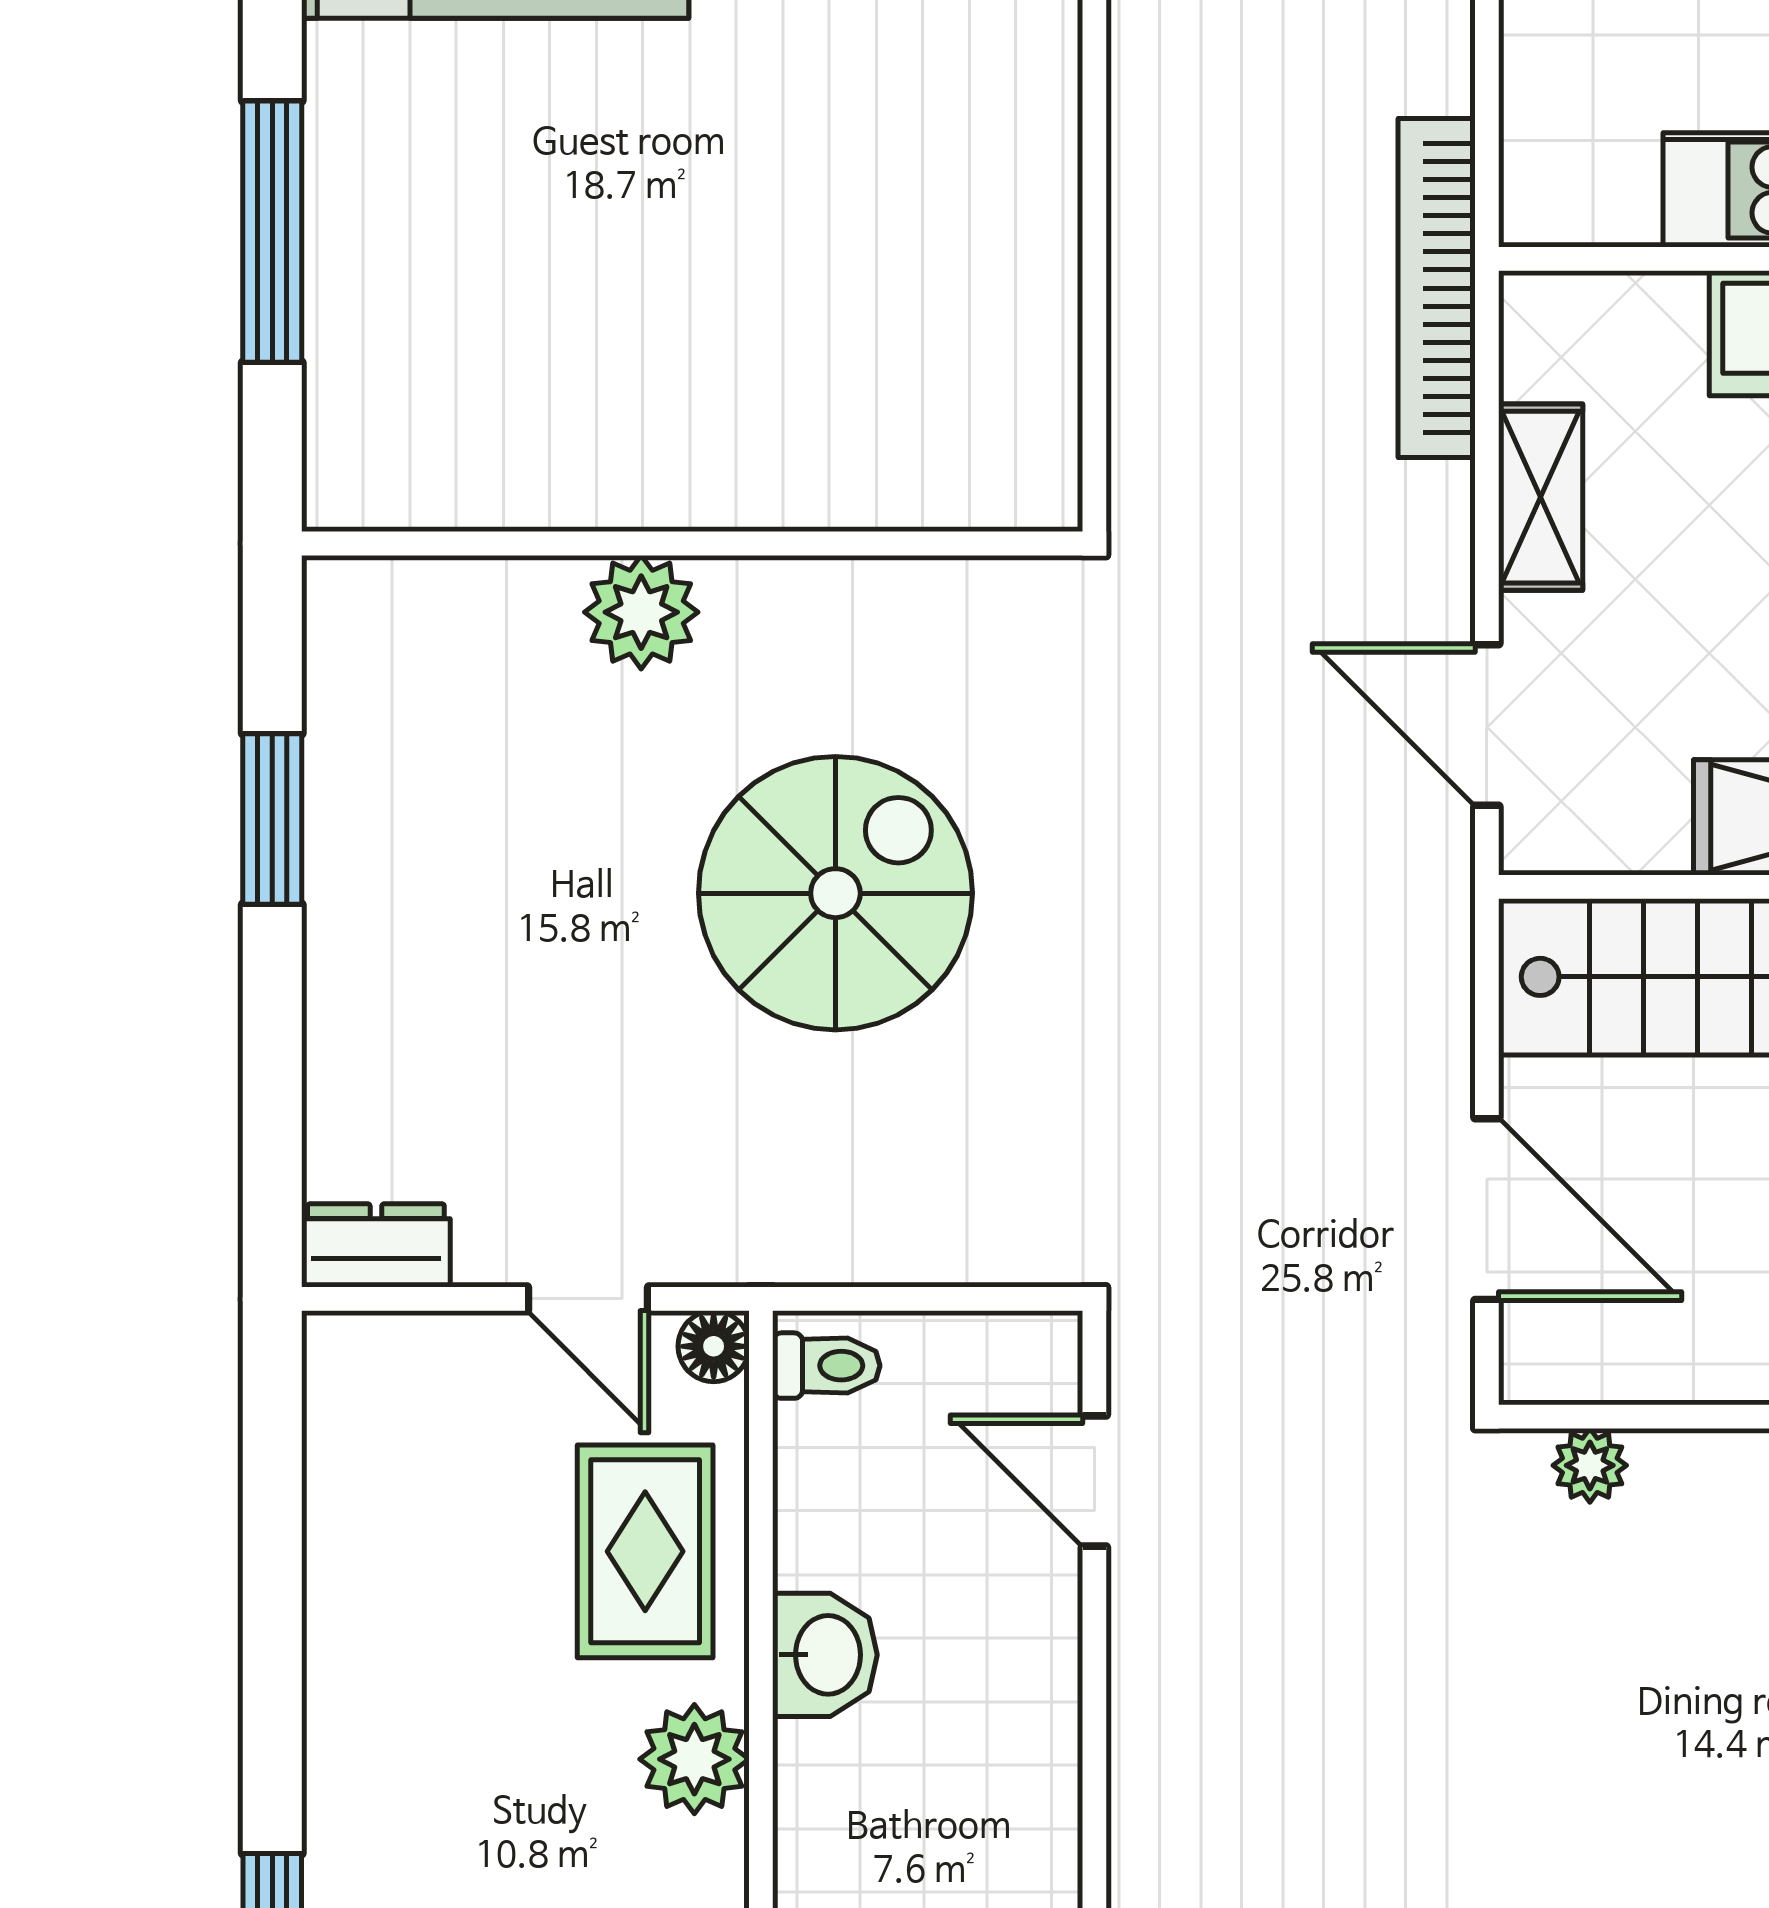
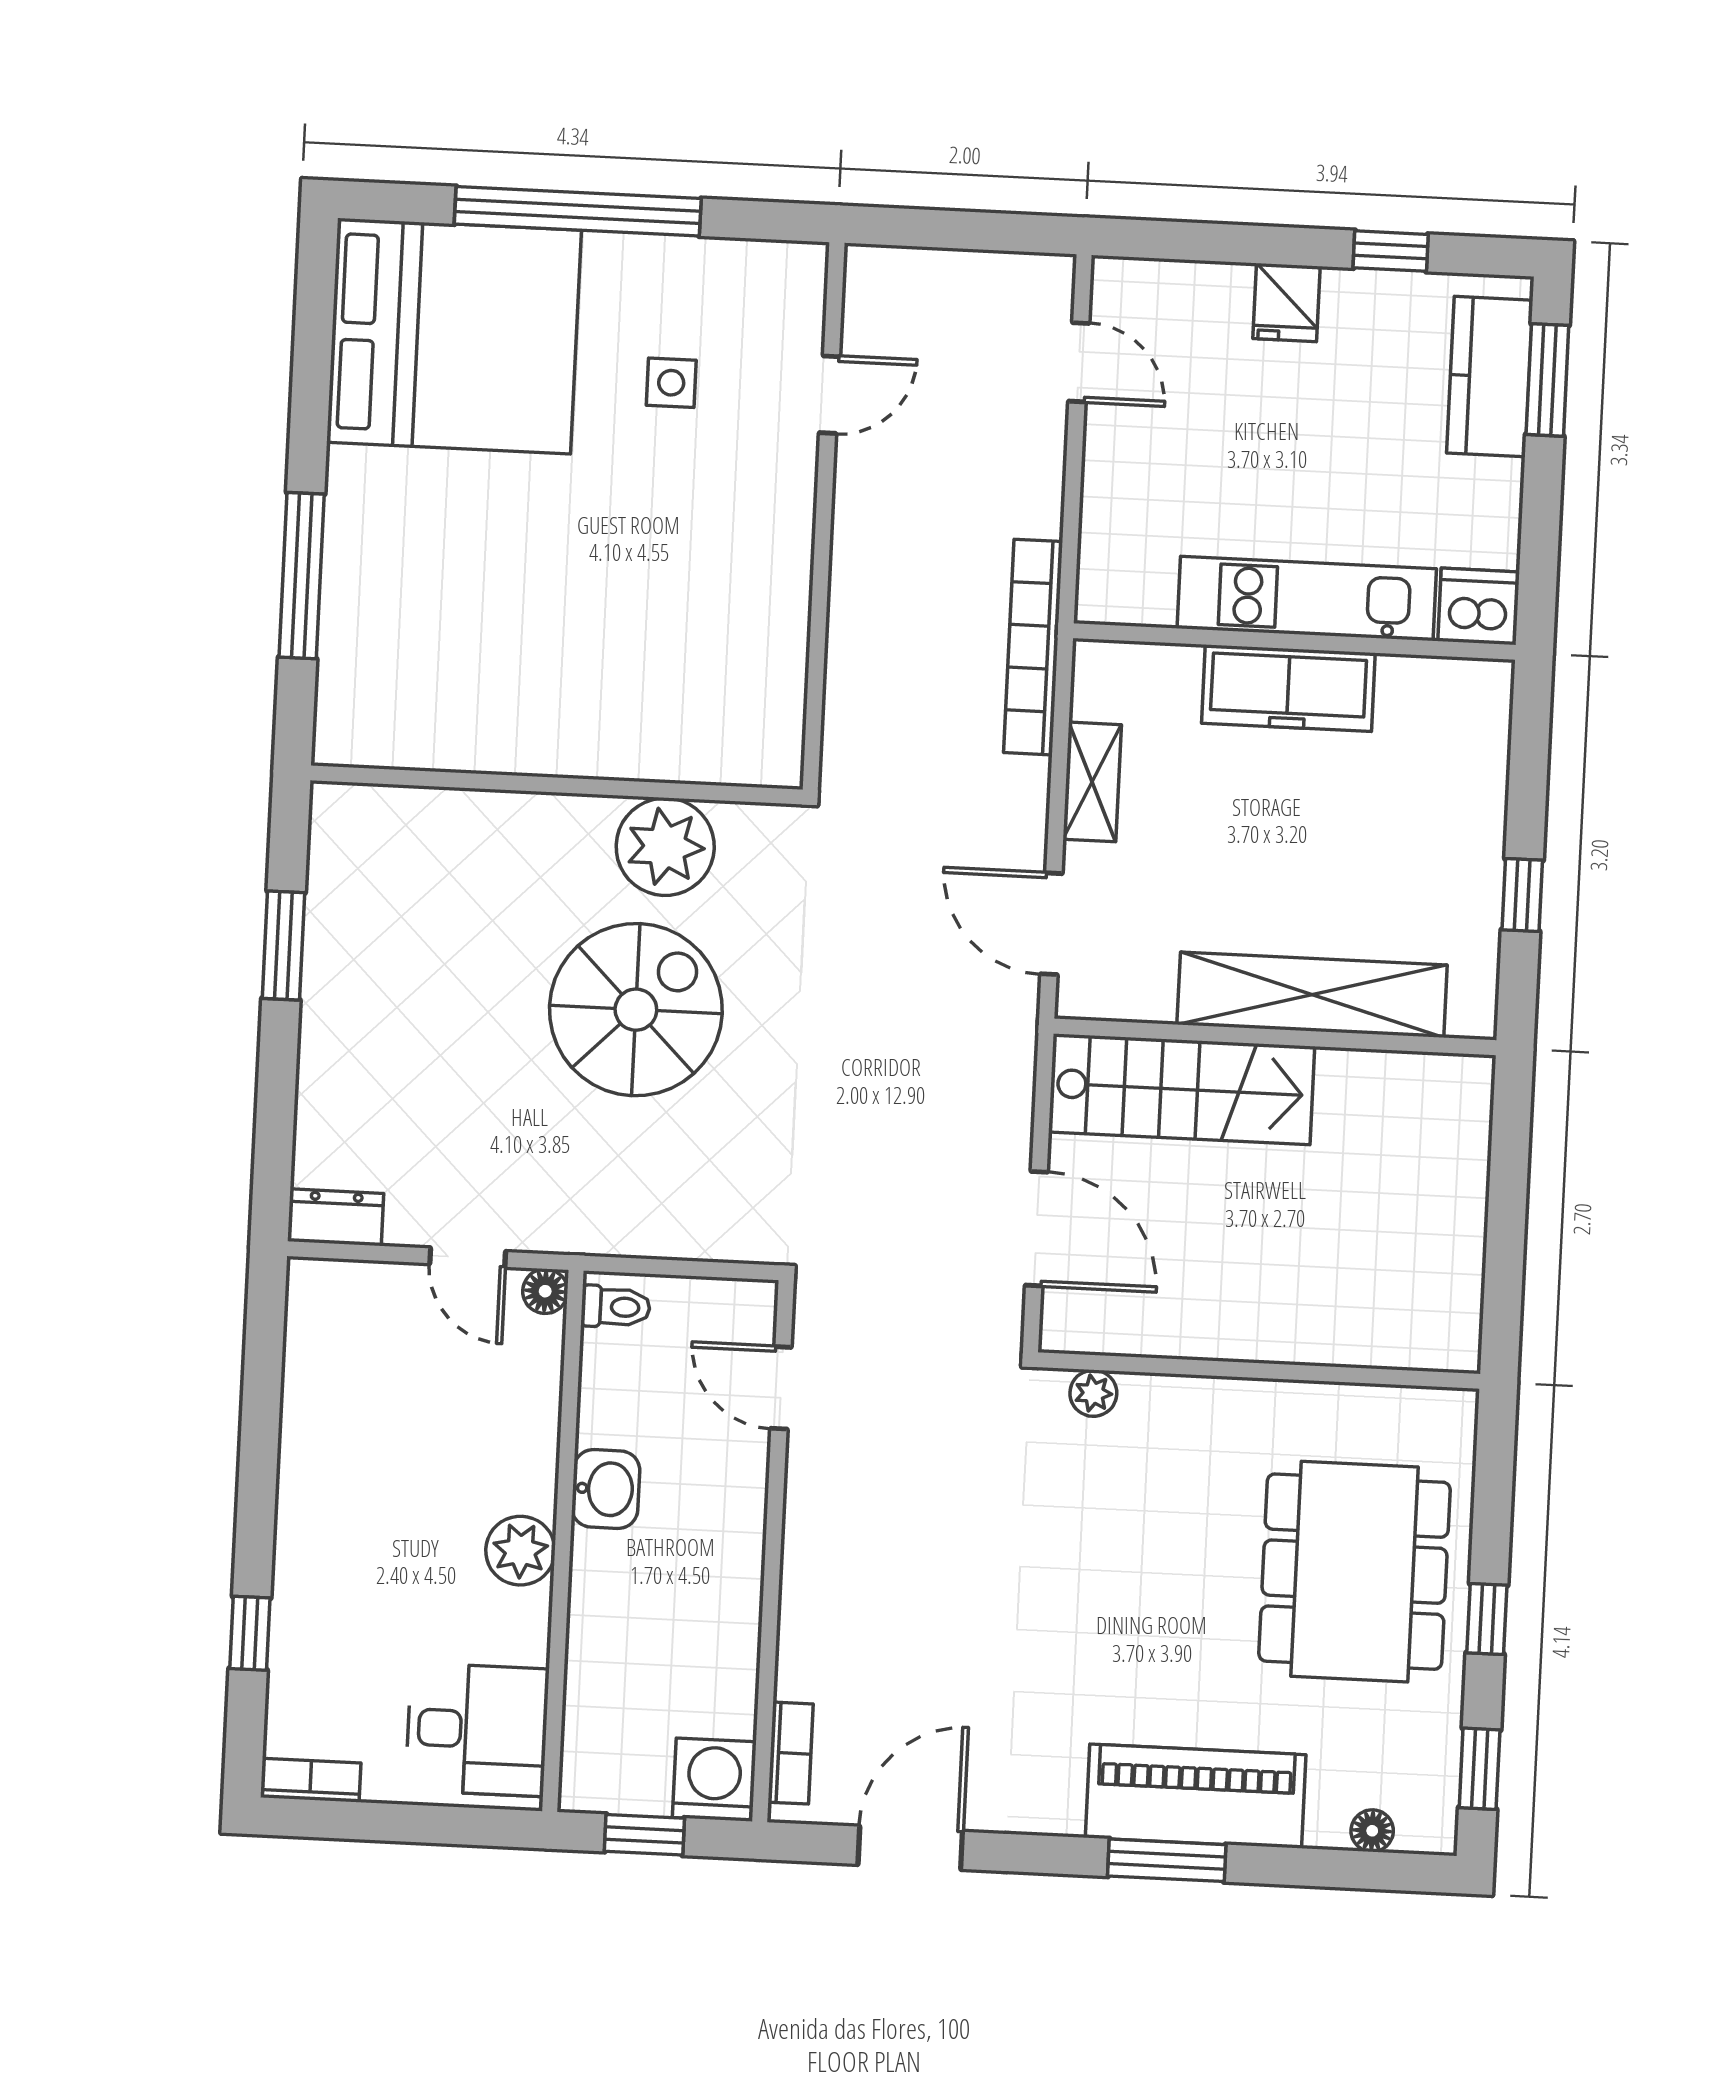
plant: (641, 612) -> (665, 847), moved, width x1.36, depth x1.36
rug: (645, 1551) -> (496, 1418), removed

